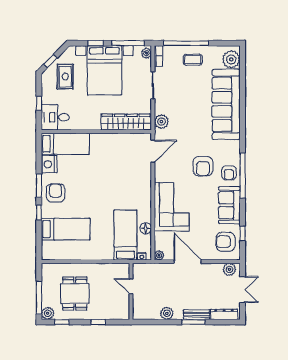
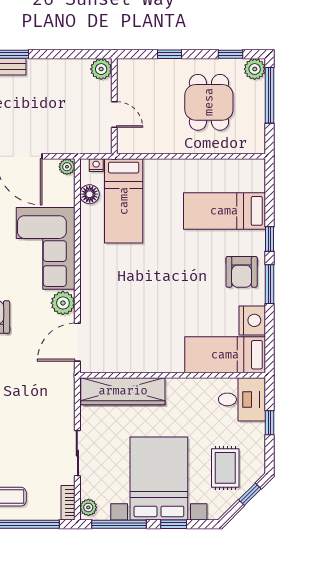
plant: (161, 122) -> (63, 303), moved
floor lamp: (146, 228) -> (90, 194), moved
plant: (167, 313) -> (101, 69), moved

